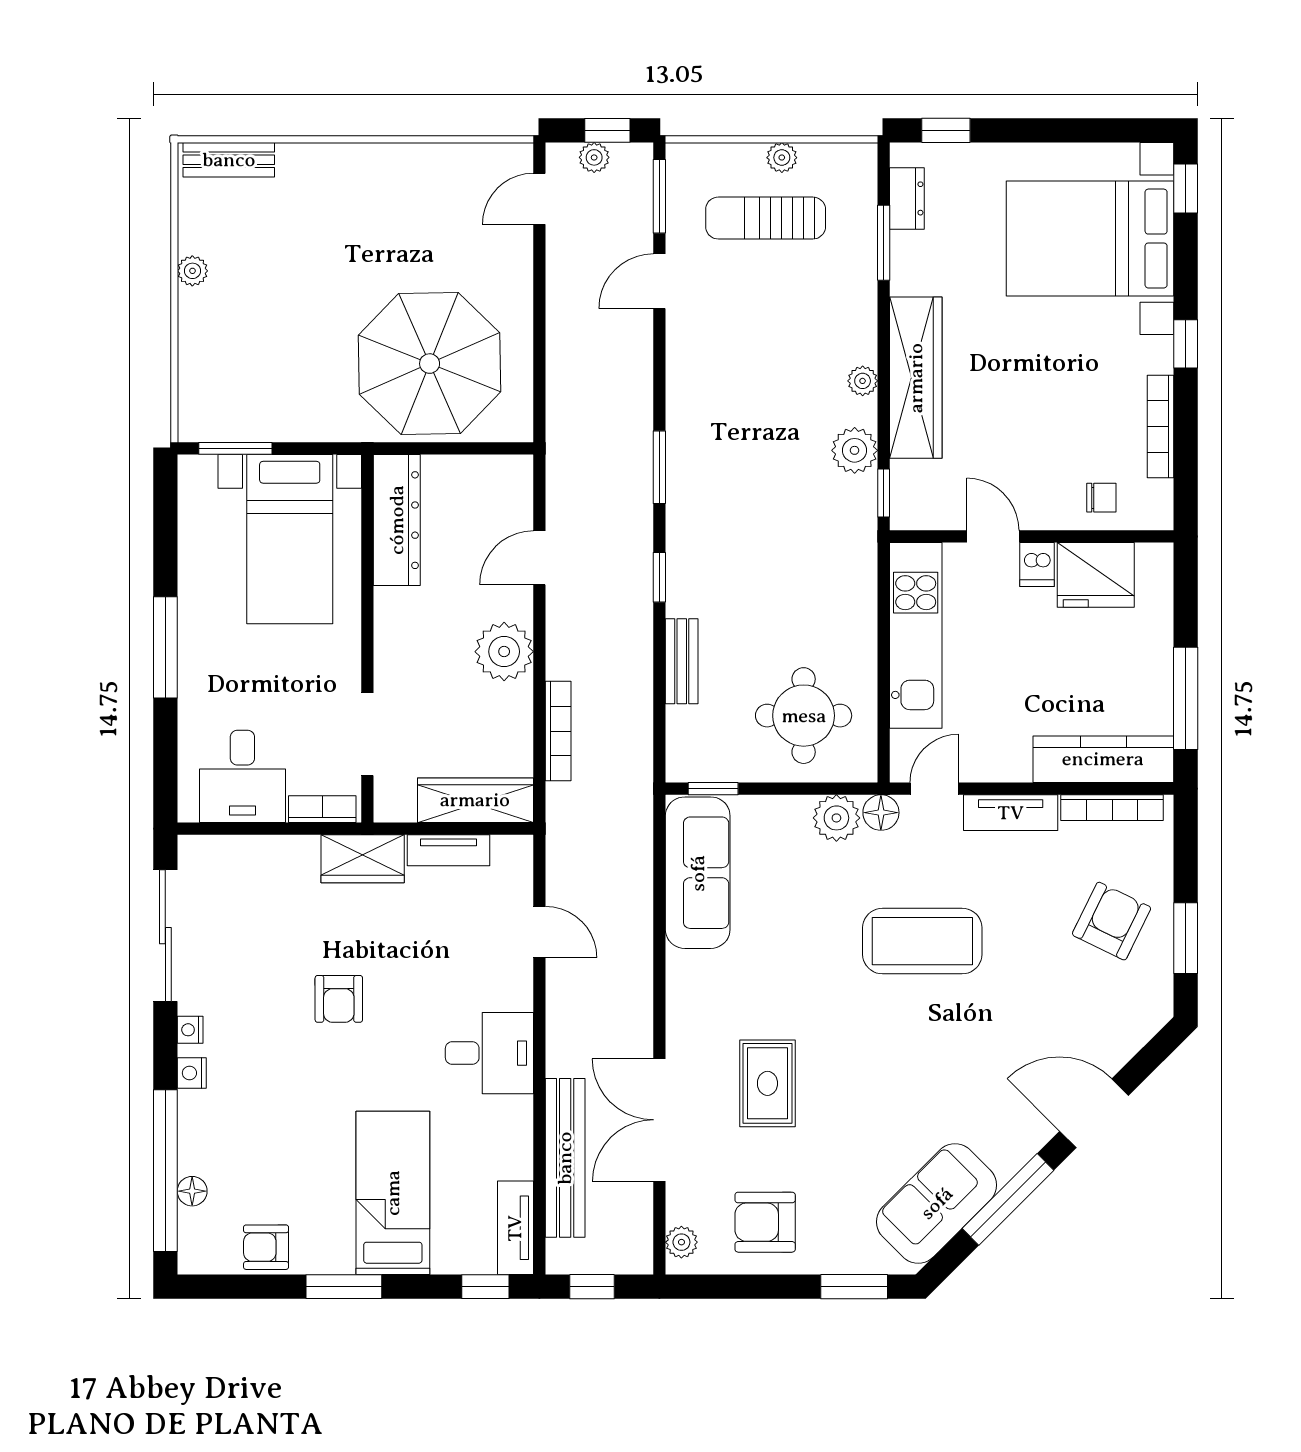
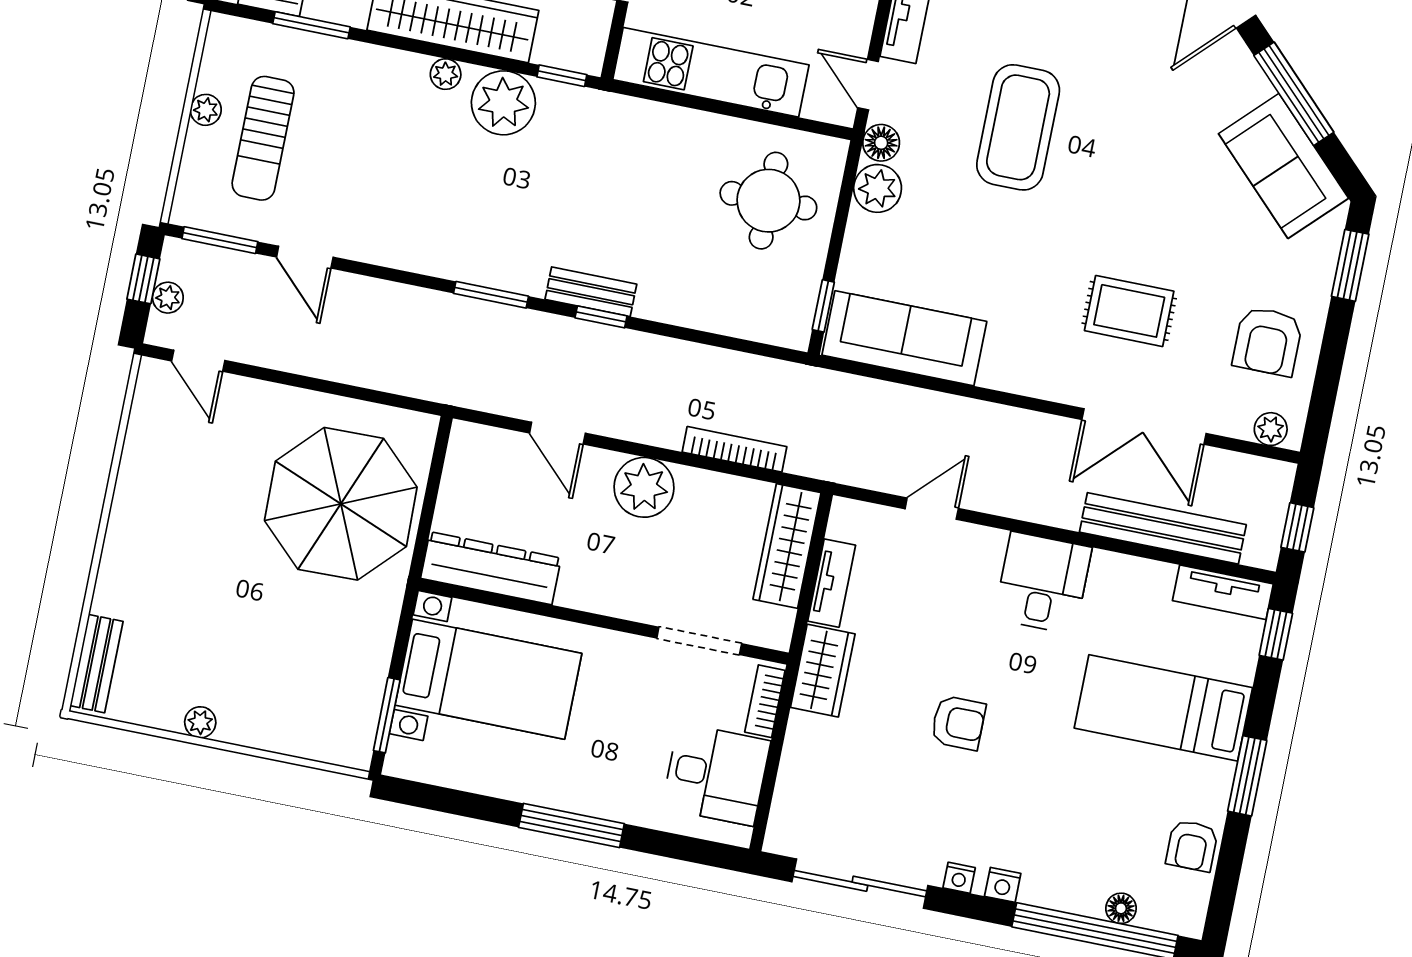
plant: (855, 450) -> (503, 103), width x1.36, depth x1.36
bench: (682, 661) -> (591, 292), moved

